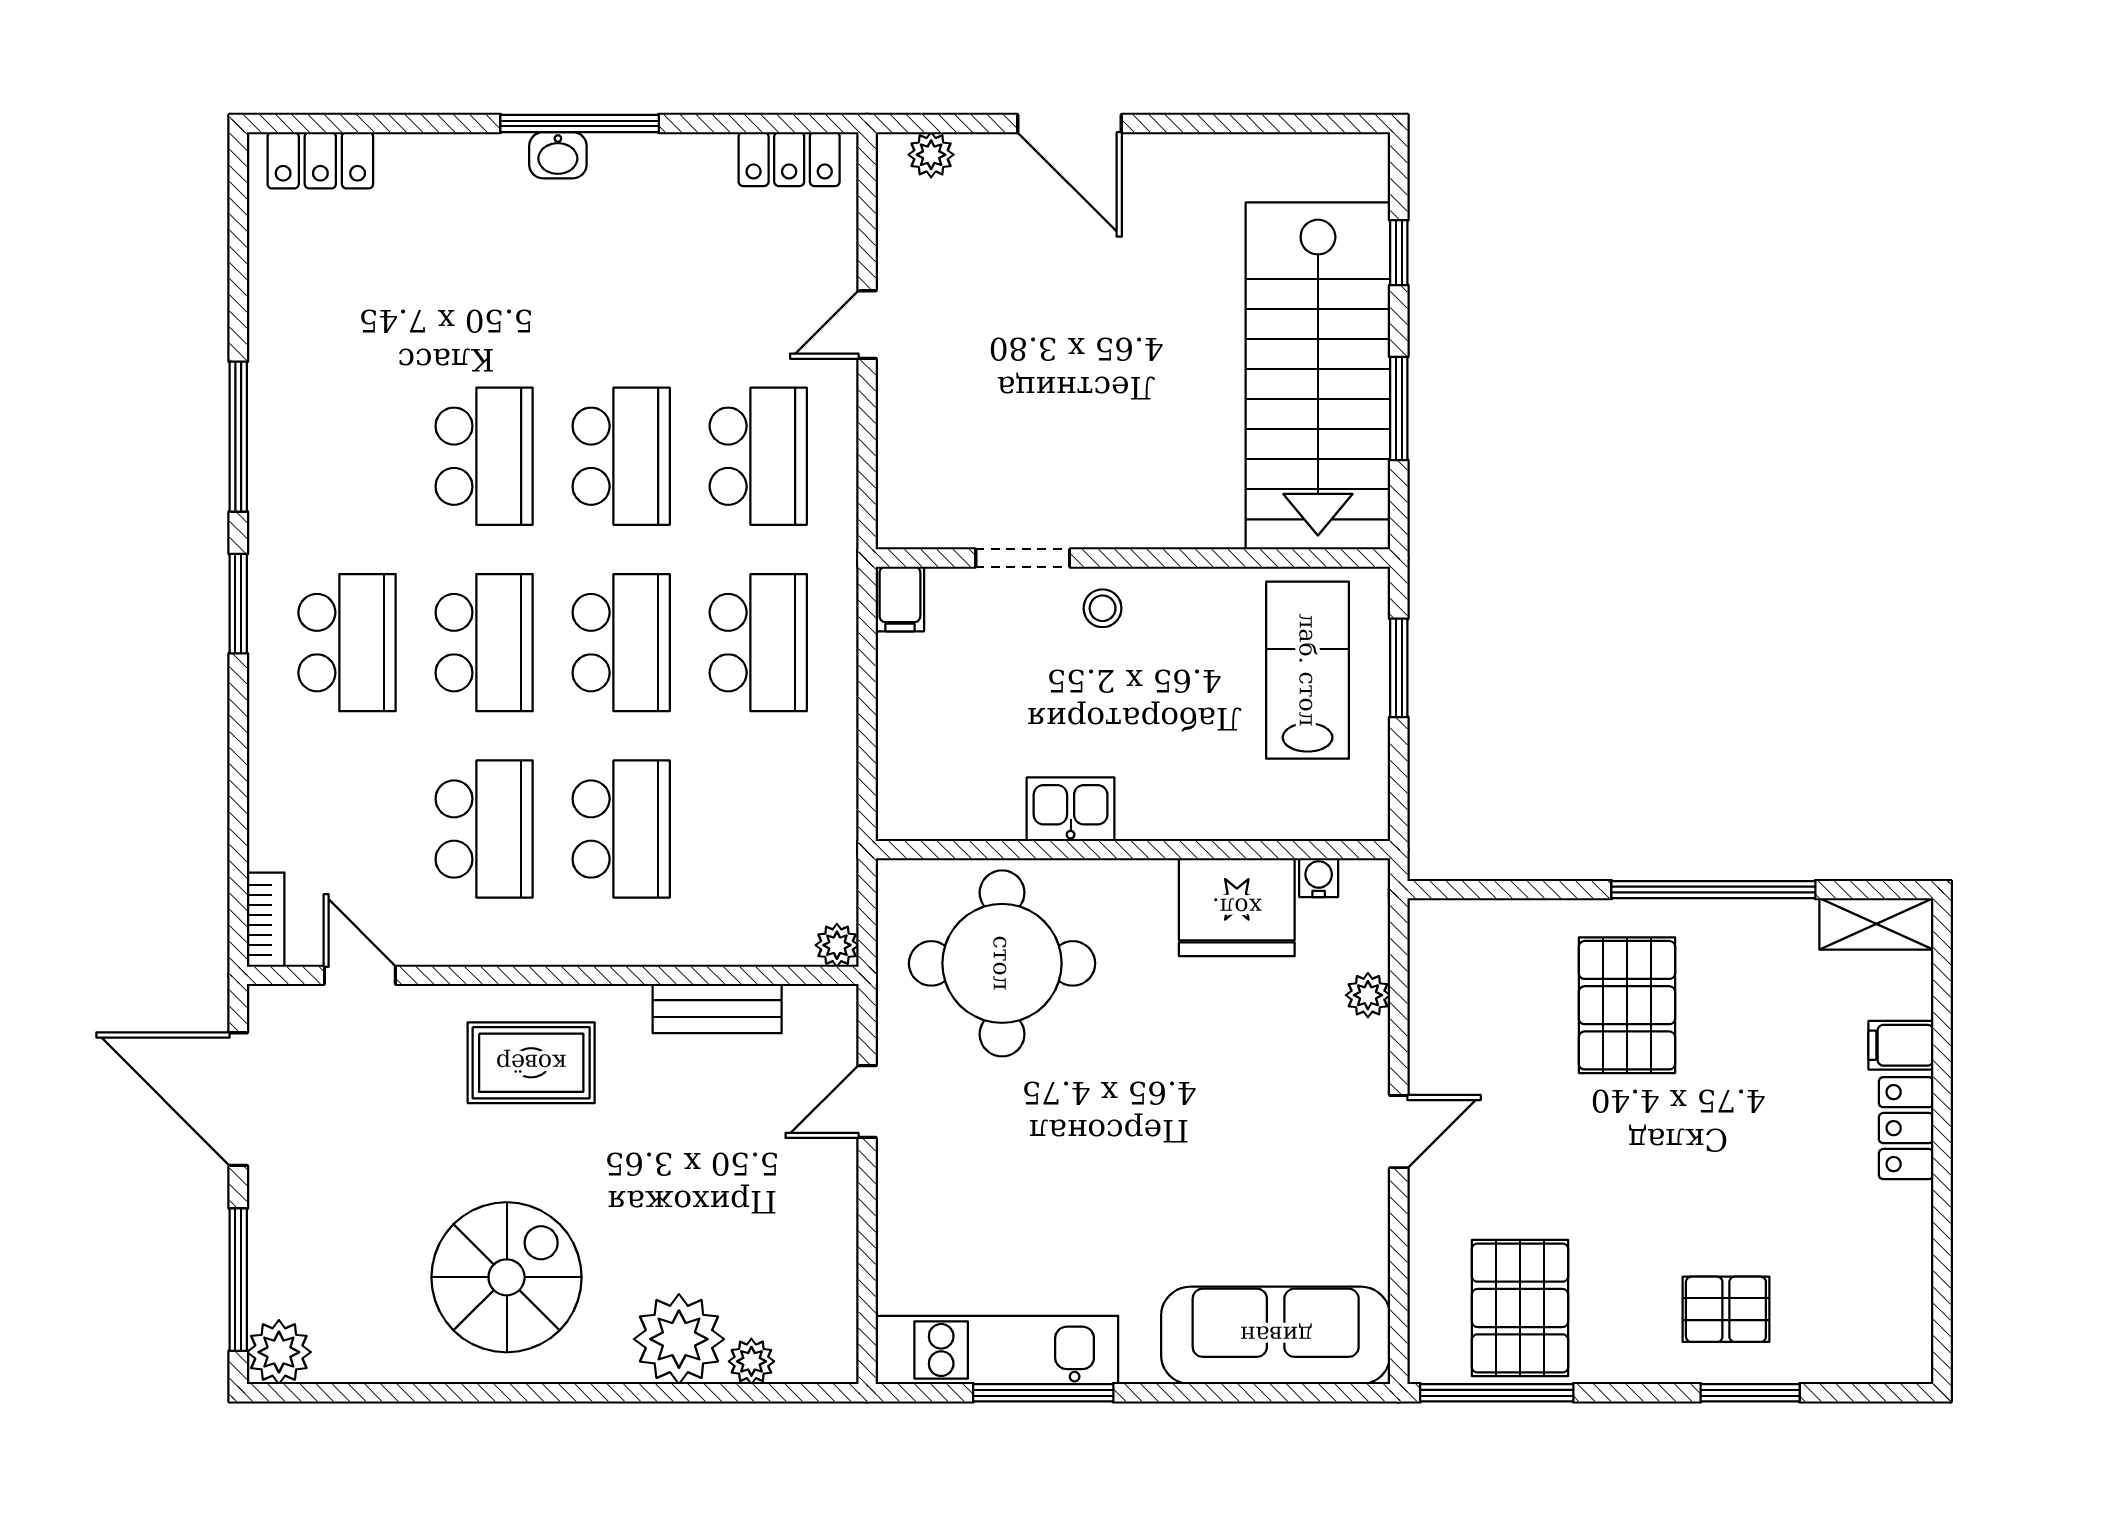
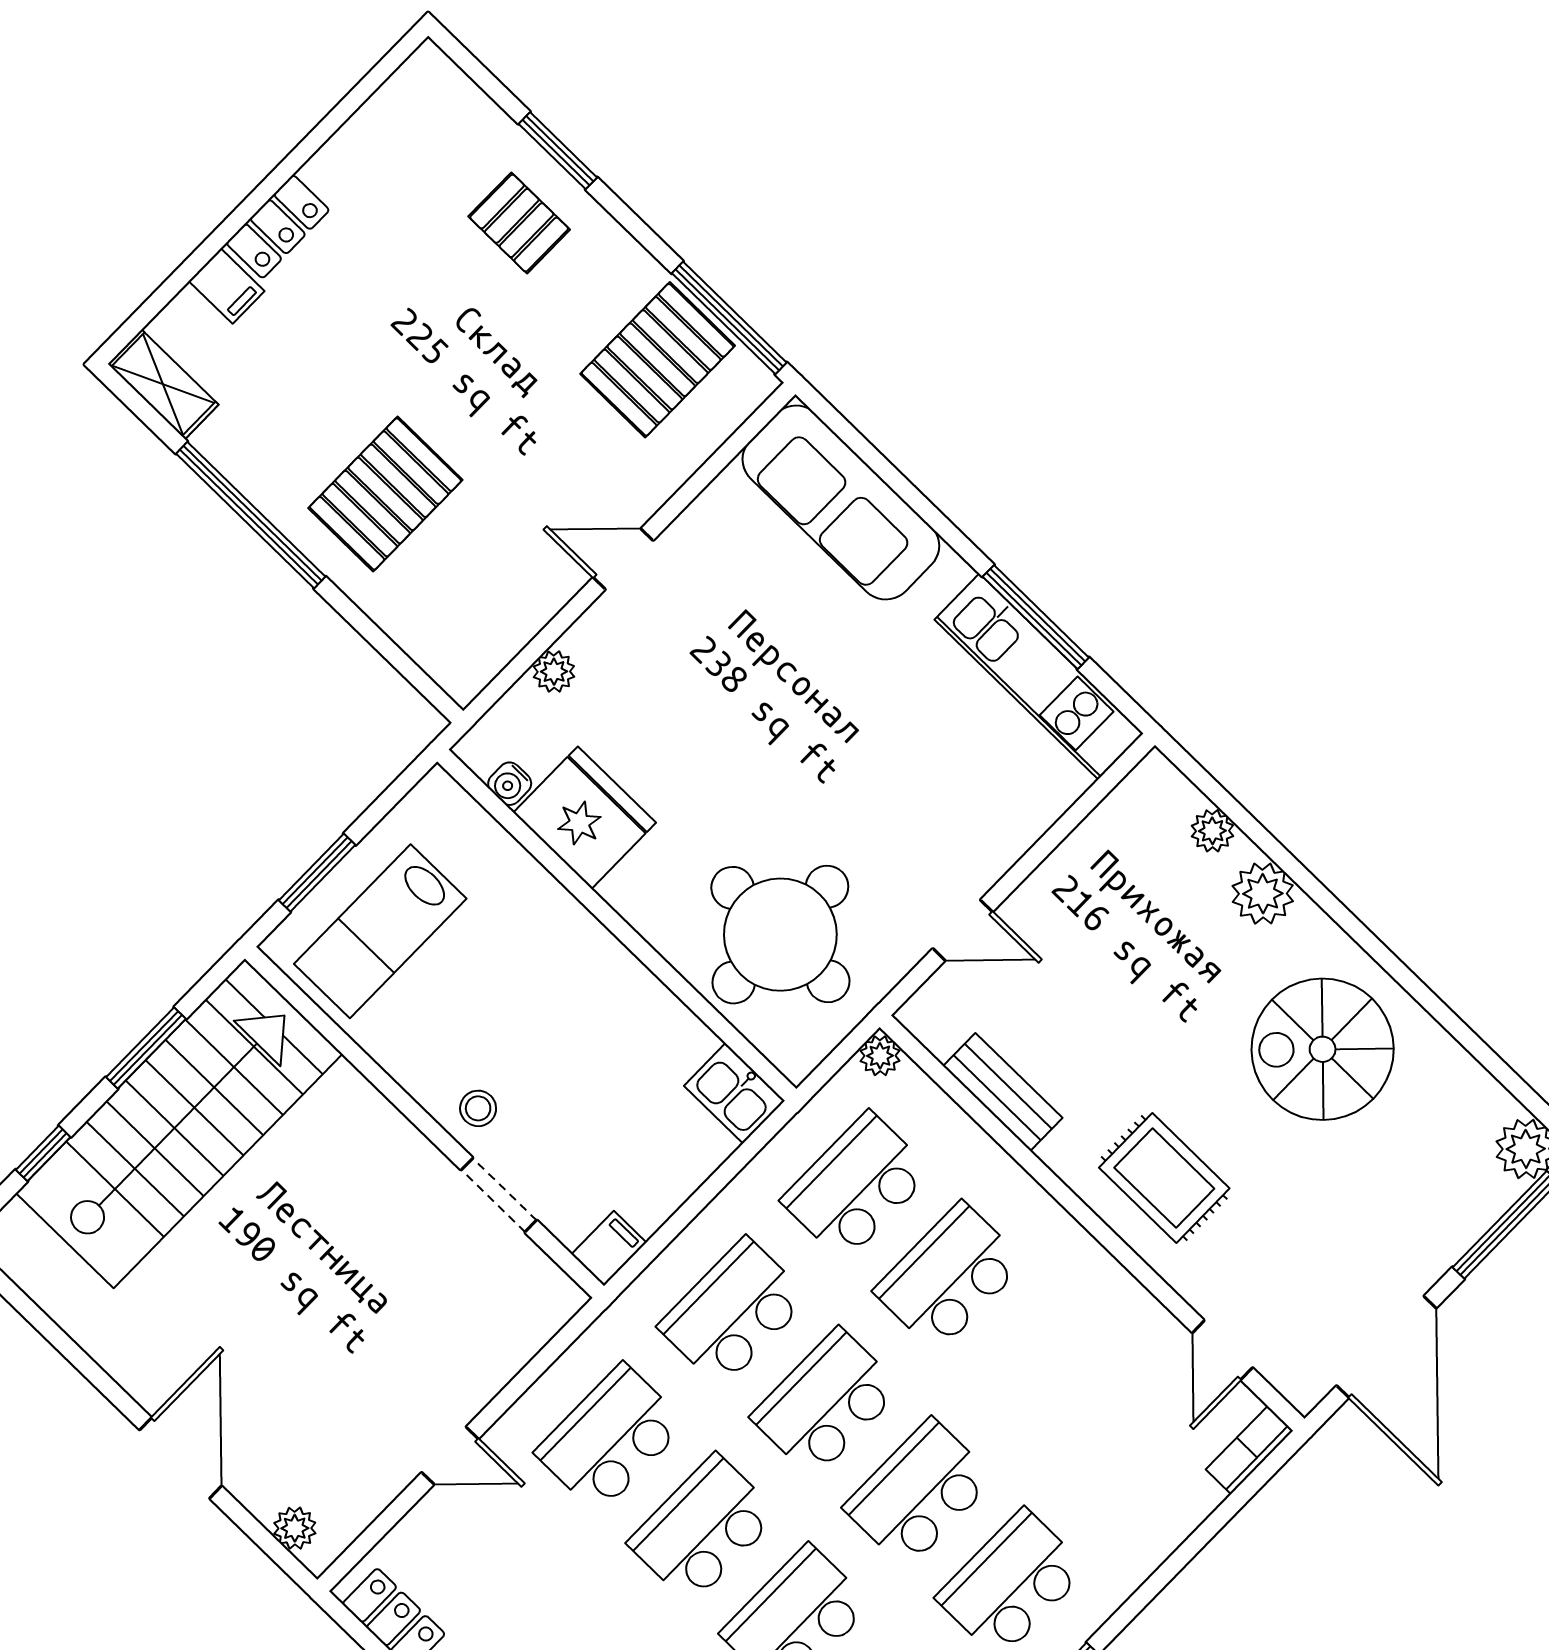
kitchen sink: (1071, 809) -> (734, 1093), moved
school desk: (484, 829) -> (857, 1186), moved
plant: (679, 1339) -> (1263, 894), width x0.73, depth x0.73

